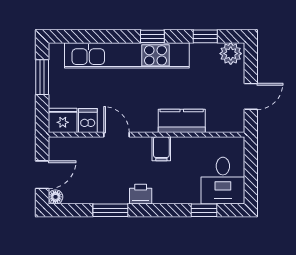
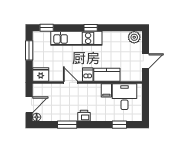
window: (205, 36) -> (47, 28), moved
kitchen unit: (127, 55) -> (76, 38), width x0.73
dishwasher: (88, 121) -> (88, 75), moved
filing cabinet: (161, 149) -> (106, 90), moved
desk: (223, 181) -> (125, 97), moved, turned 180

